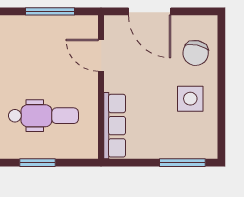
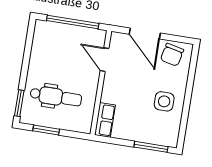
window: (50, 11) -> (73, 22), width x1.46
chair: (196, 53) -> (172, 55), moved
row of seats: (115, 126) -> (105, 120), width x0.68

